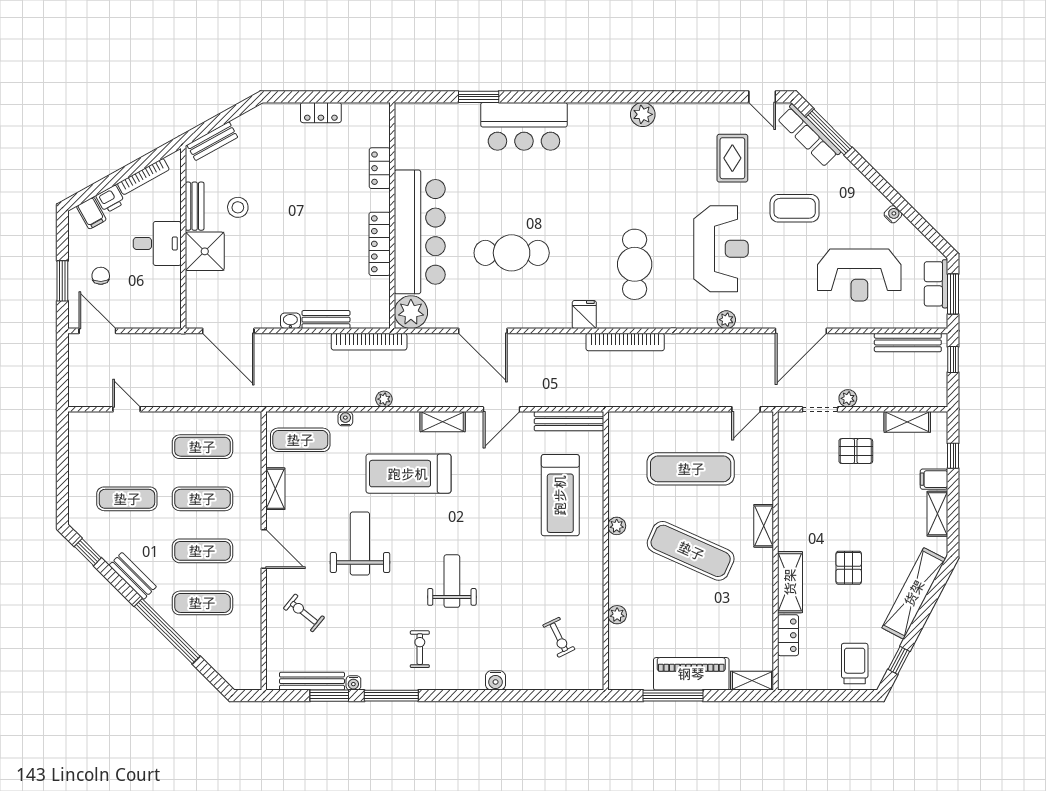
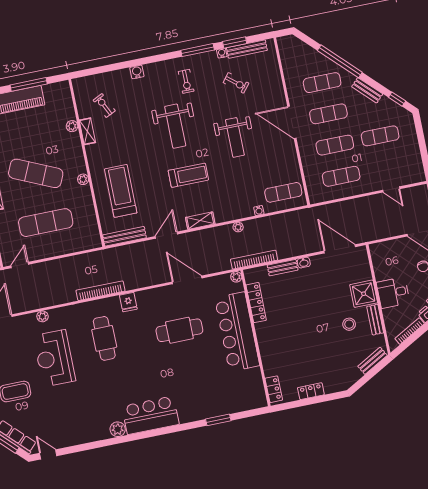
bar counter: (524, 126) -> (150, 415), moved
rug: (732, 158) -> (59, 414), removed
locker: (380, 168) -> (274, 389), moved
locker: (380, 244) -> (256, 303), moved
plant: (411, 312) -> (236, 277), width x0.53, depth x0.53
treadmill: (408, 474) -> (188, 175), moved, width x0.73, depth x0.73
shelving: (275, 489) -> (87, 131), moved
door: (264, 549) -> (292, 122), width x1.36
weight bench: (452, 581) -> (175, 126), width x1.36, depth x1.33
exercise bike: (304, 613) -> (236, 83), moved

